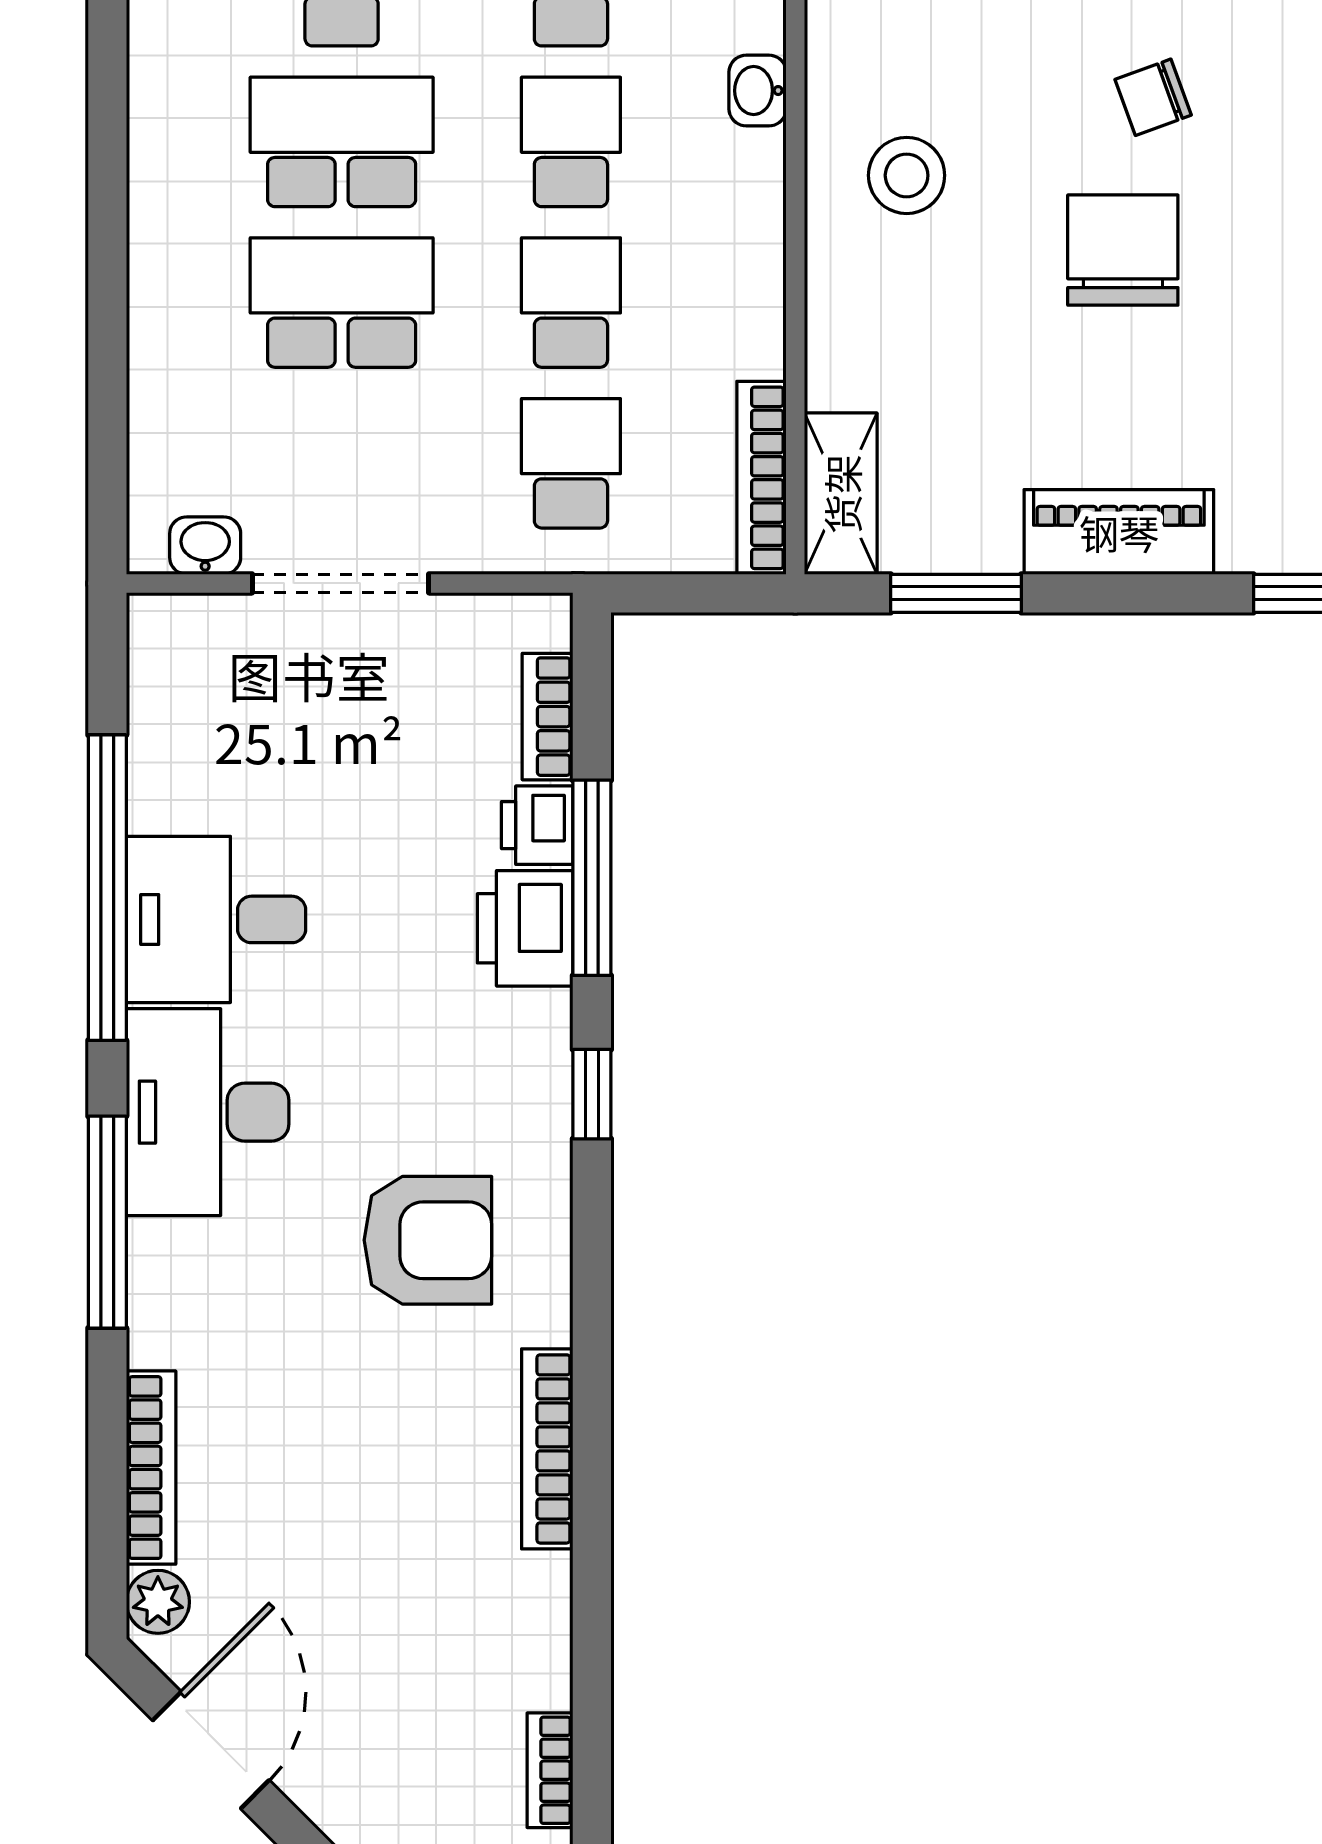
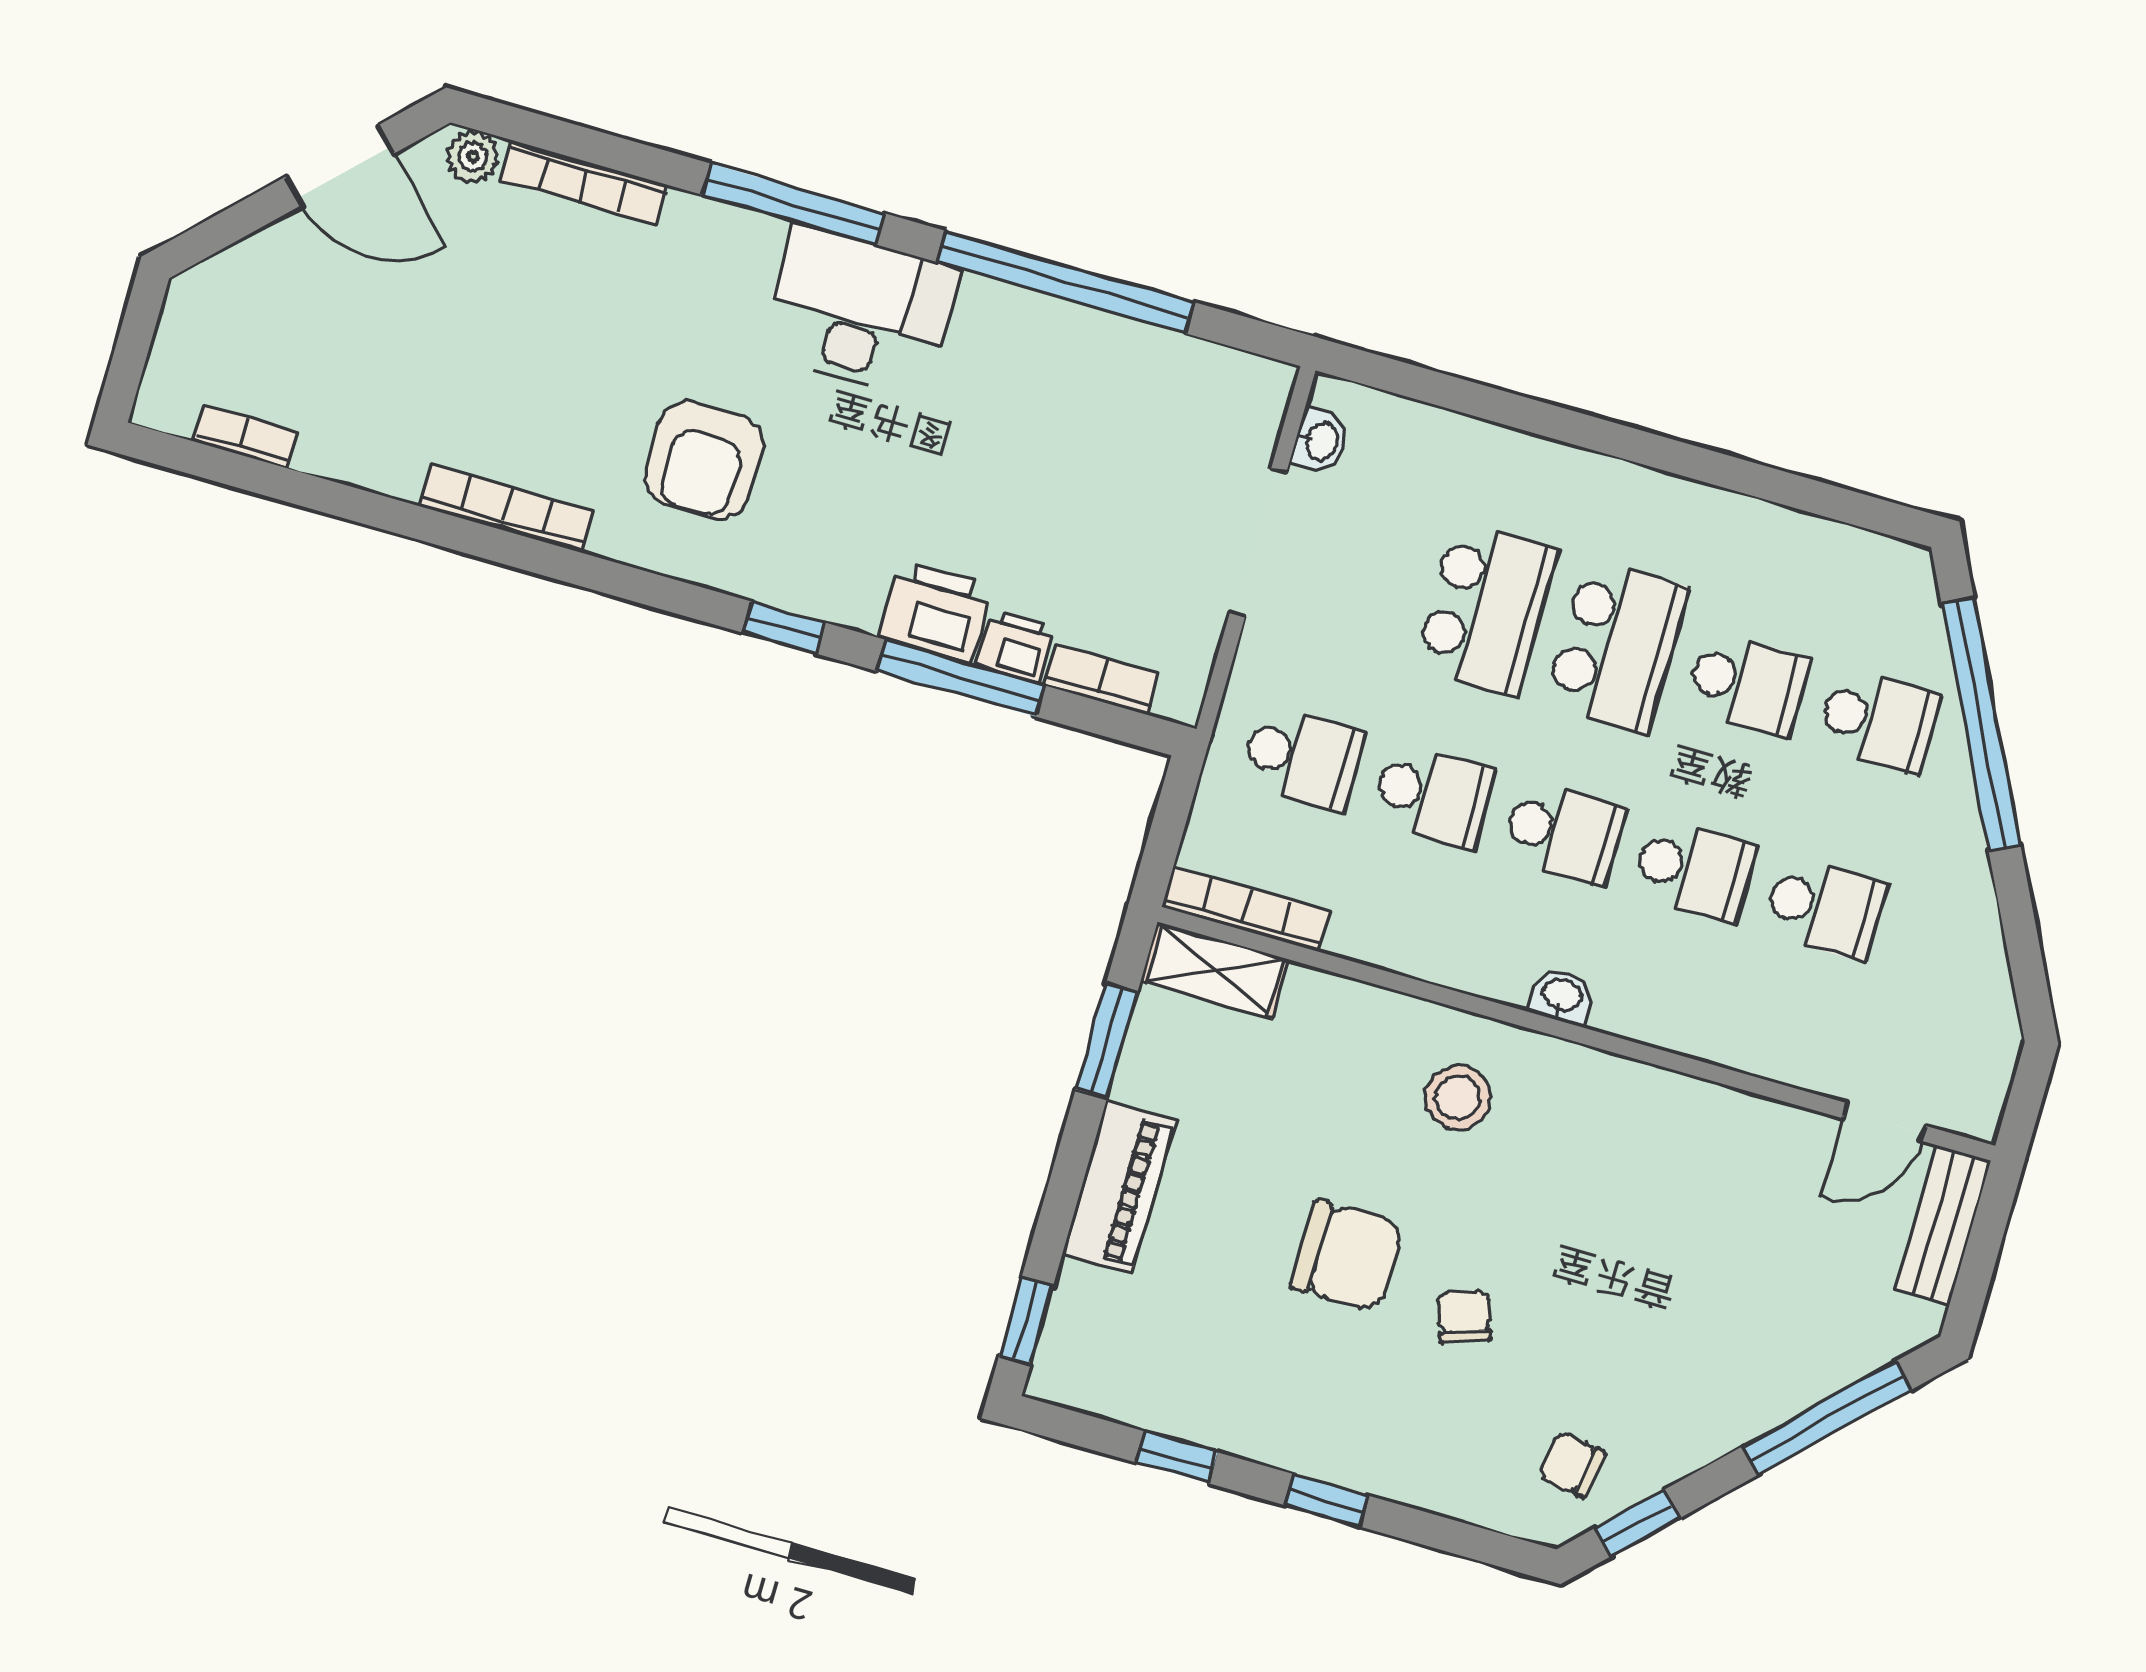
desk: (216, 919) -> (1014, 363), removed

